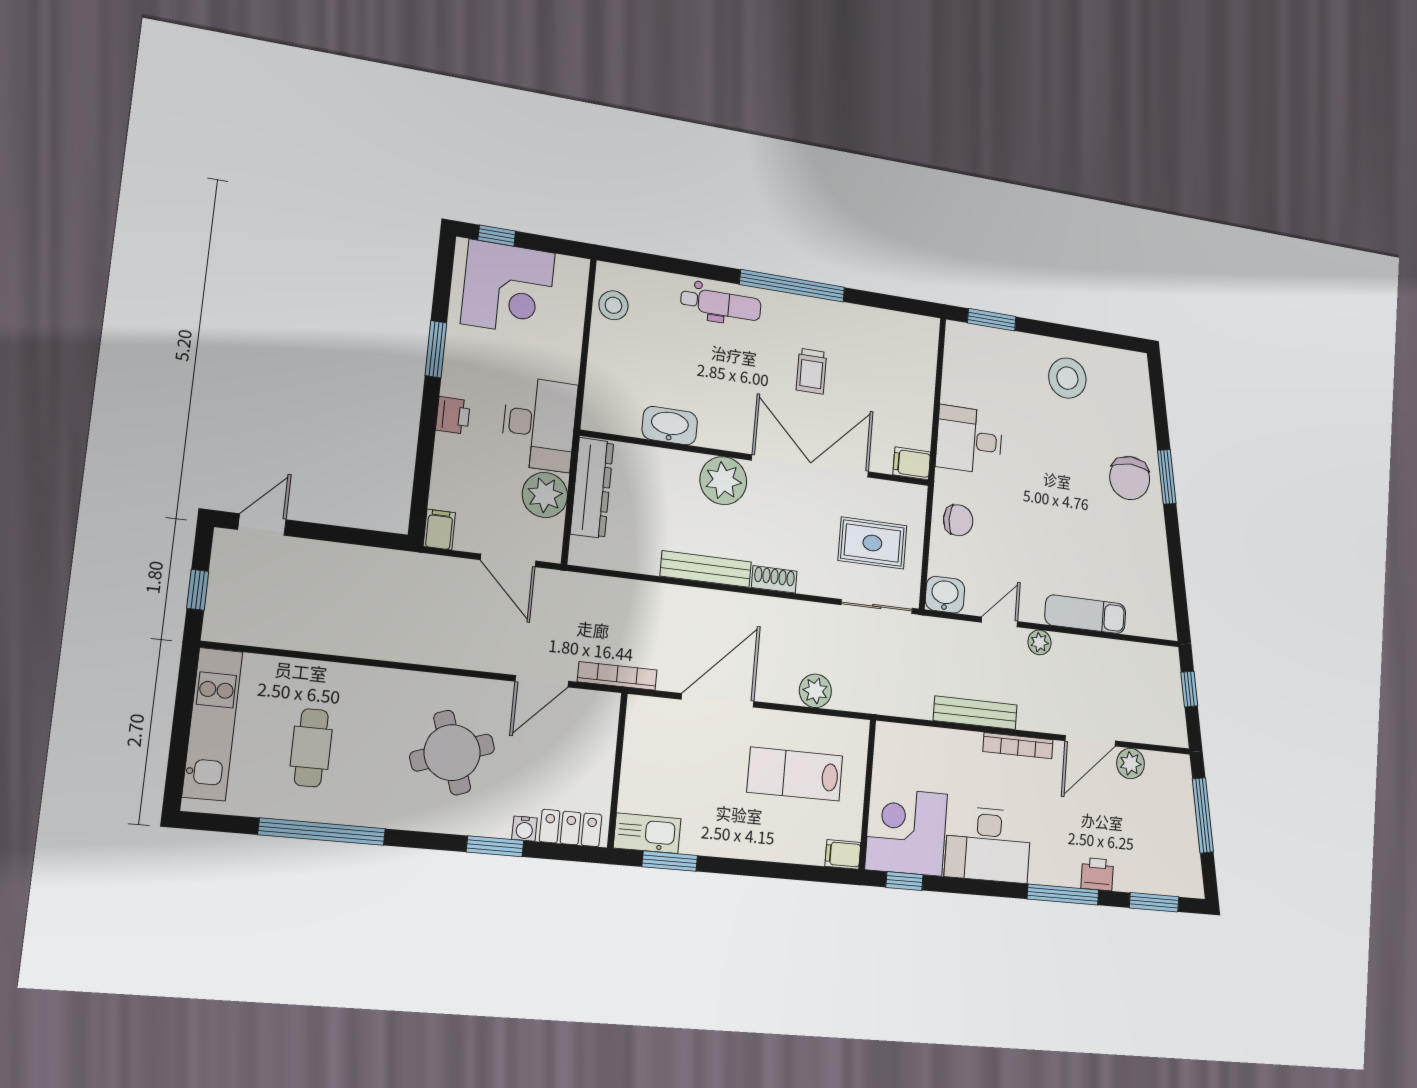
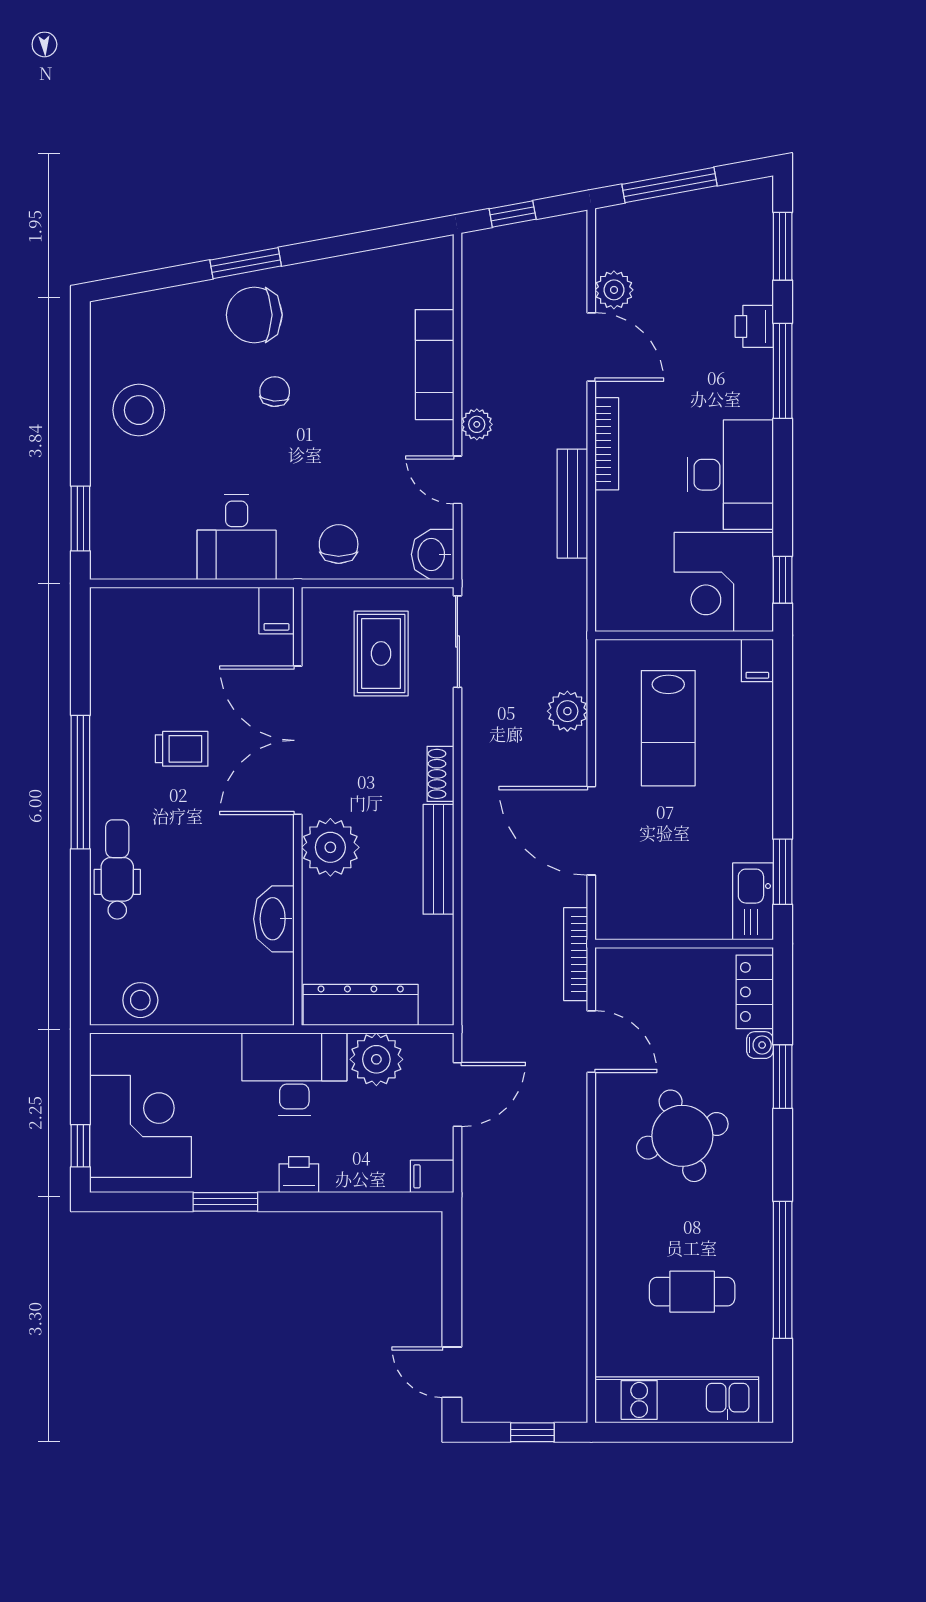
chair: (1130, 478) -> (254, 315), turned 180
chair: (1074, 486) -> (275, 392), added

